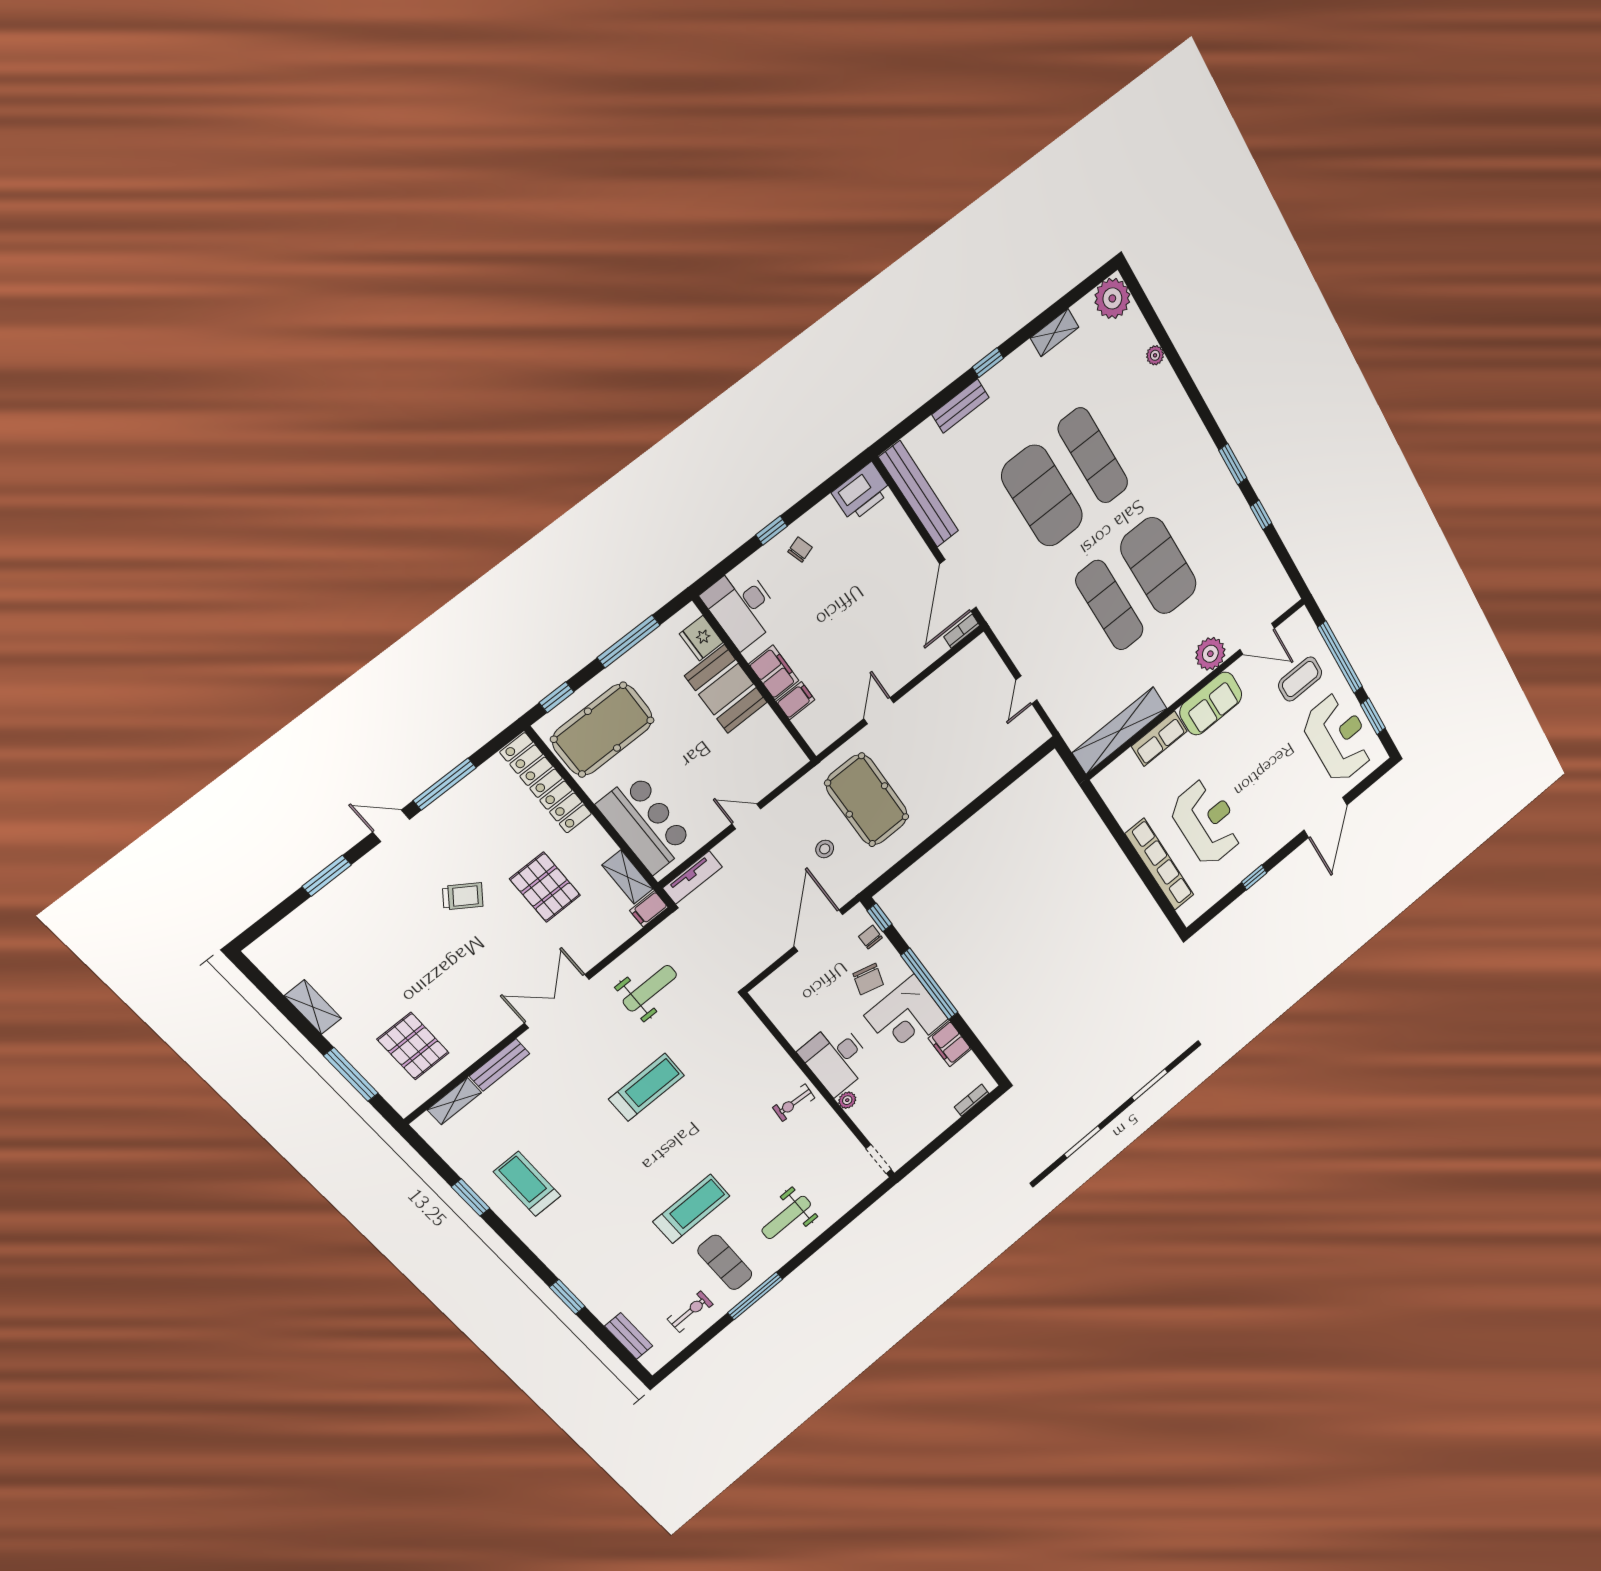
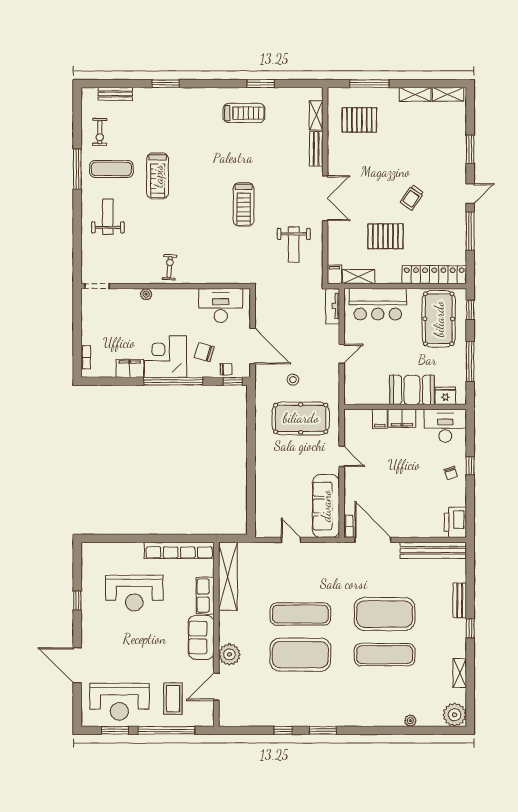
sofa: (955, 680) -> (326, 506), added
row of seats: (1160, 864) -> (179, 550), moved
shelving: (274, 966) -> (448, 94), added
desk: (836, 1058) -> (221, 305), moved

